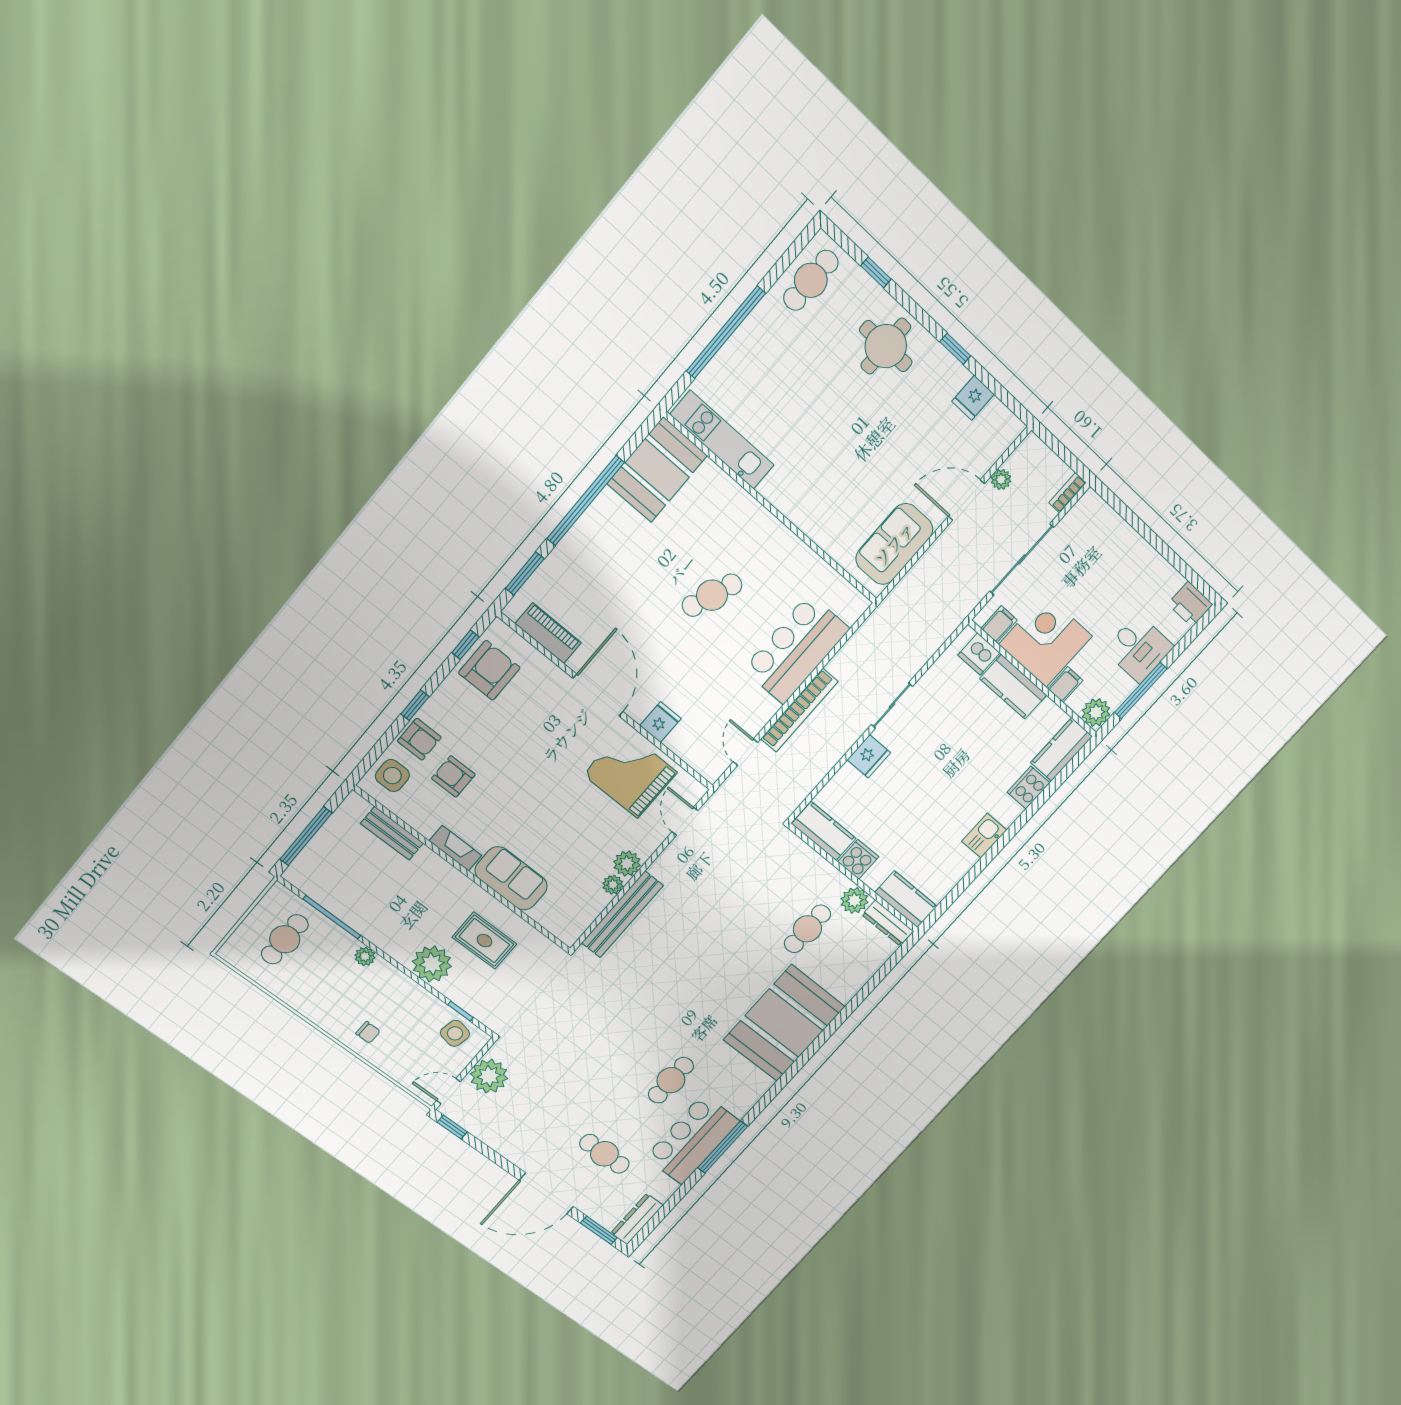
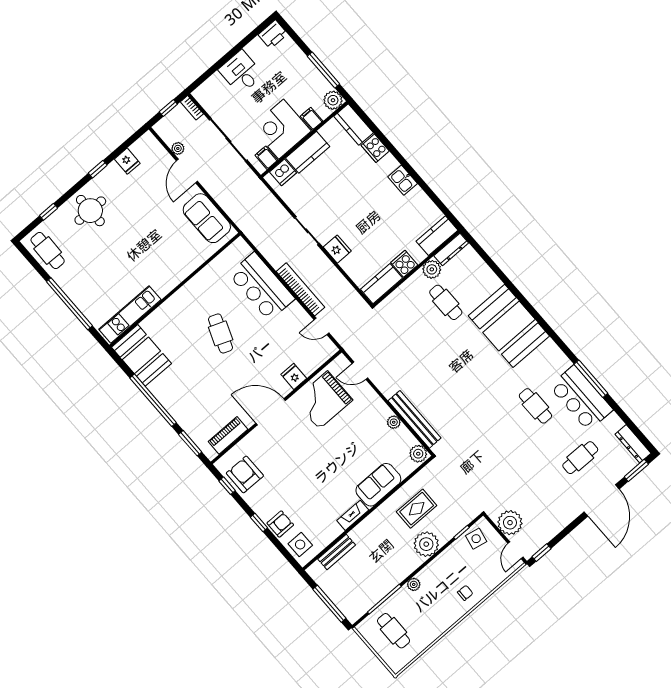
window: (1064, 454) -> (168, 108), added
desk: (1139, 648) -> (241, 72), moved, turned -90
armchair: (453, 776) -> (307, 508), removed
plant: (627, 864) -> (418, 454), moved

